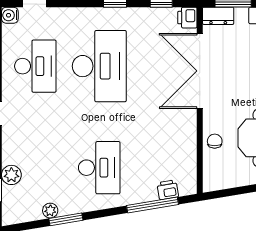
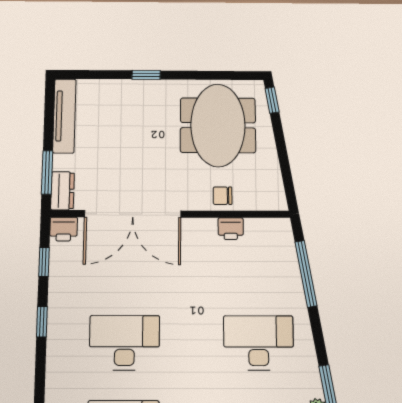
desk: (99, 66) -> (124, 343), width x0.73, depth x0.77
printer: (168, 190) -> (231, 229), moved, turned -81

